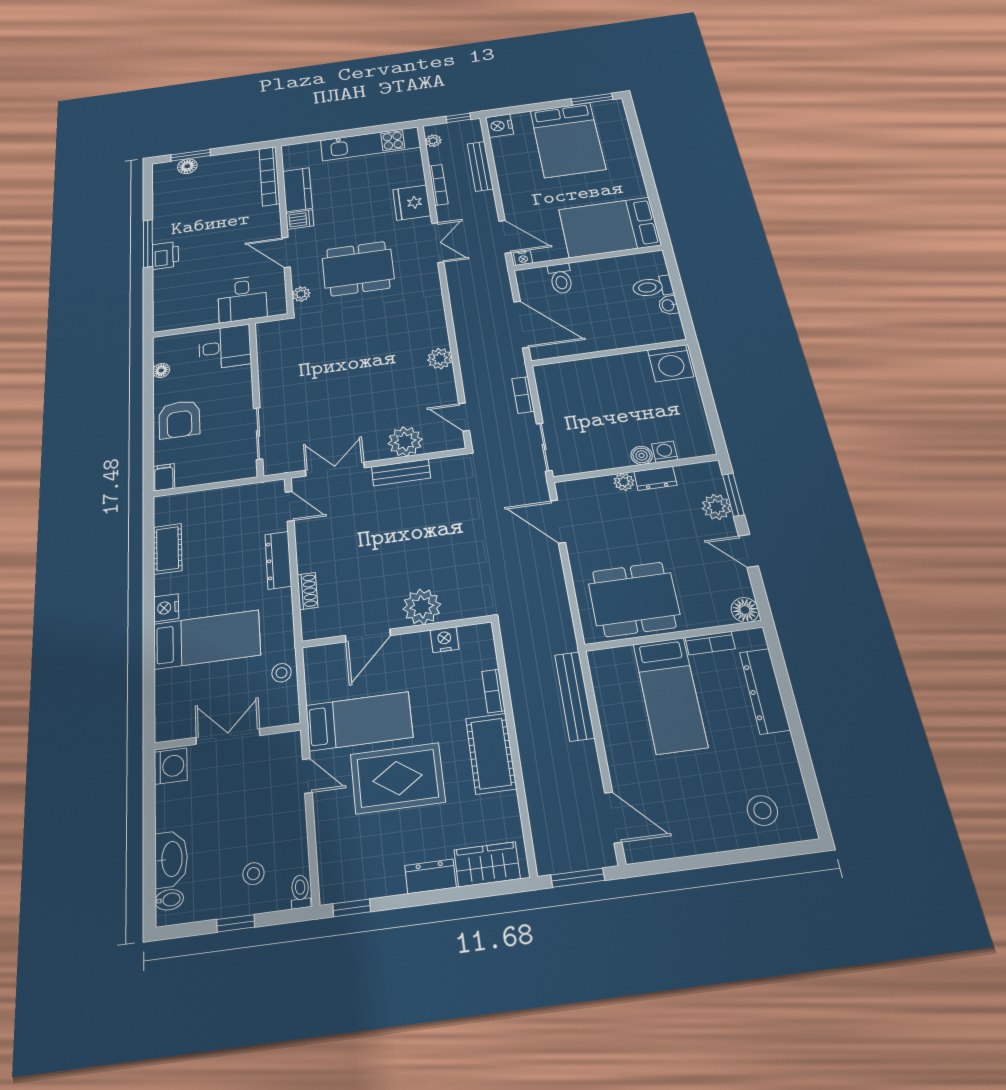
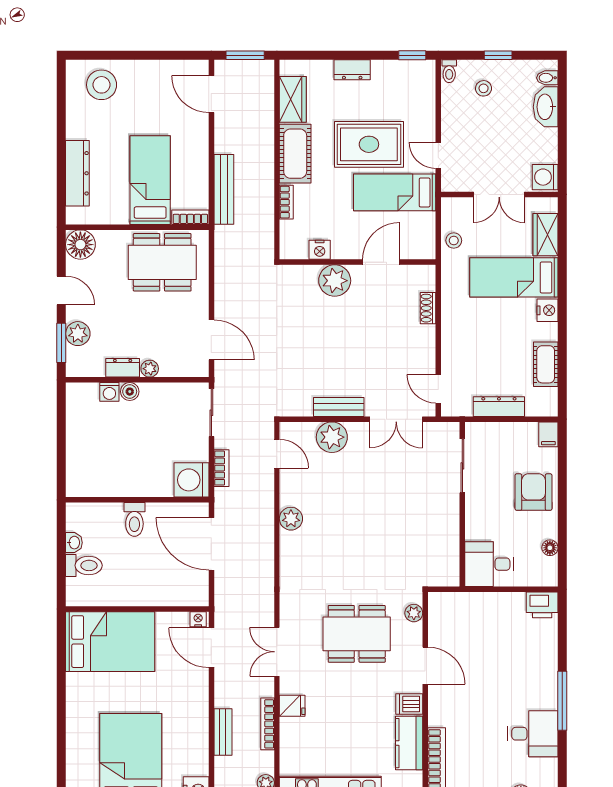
bench: (480, 166) -> (223, 732), width x0.73
fridge: (412, 203) -> (292, 706), width x0.53, depth x0.75
printer: (165, 255) -> (542, 605), moved, turned -90
toilet: (561, 279) -> (134, 519), moved, turned 180
desk: (242, 299) -> (533, 734), moved, turned 90
washing machine: (671, 363) -> (191, 480), moved, turned -90
dresser: (278, 560) -> (499, 407), moved, turned -90
floor lamp: (745, 610) -> (80, 245), width x1.38, depth x1.38
bookcase: (710, 643) -> (190, 217), moved
wardrobe: (169, 695) -> (546, 235), added
stool: (762, 811) -> (102, 85), width x1.38, depth x1.38
wardrobe: (487, 864) -> (293, 99), moved, turned -90

